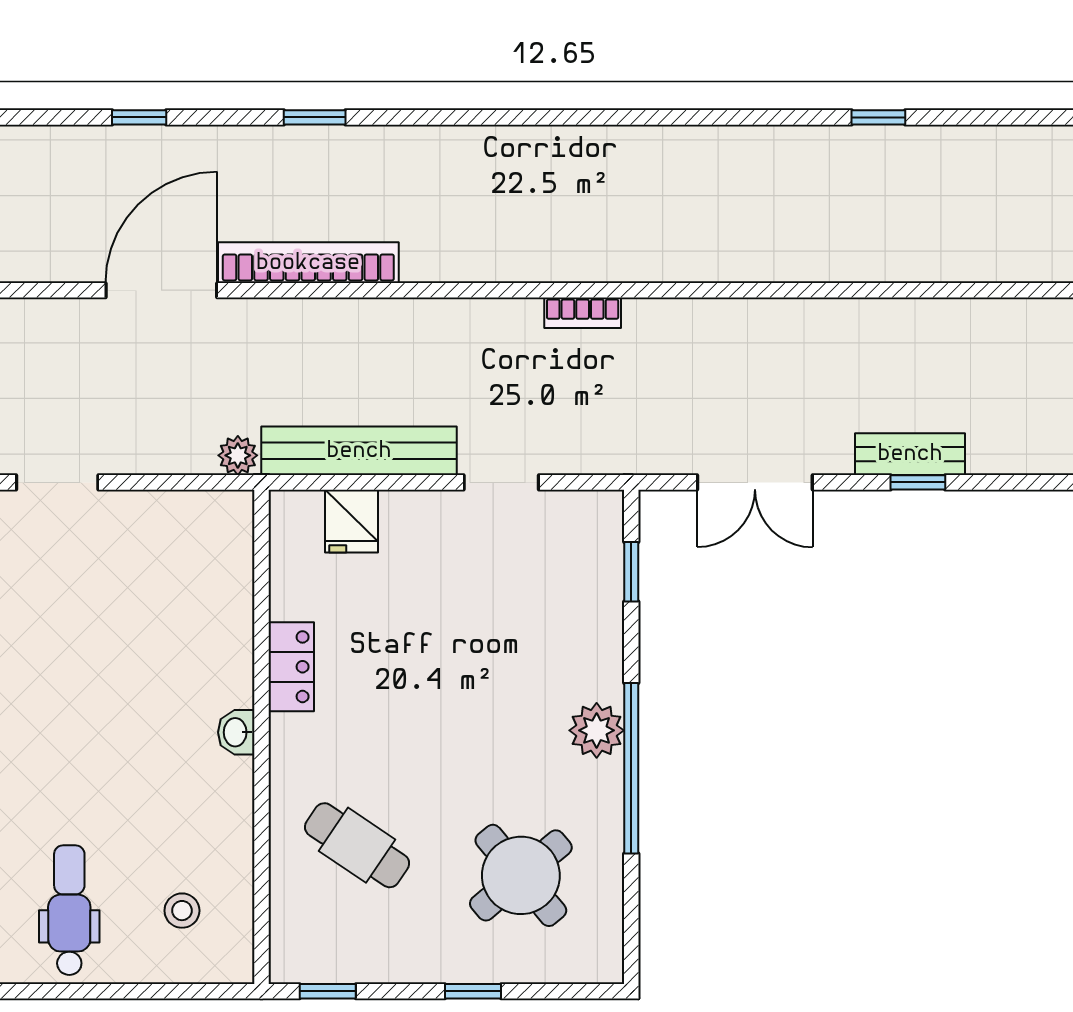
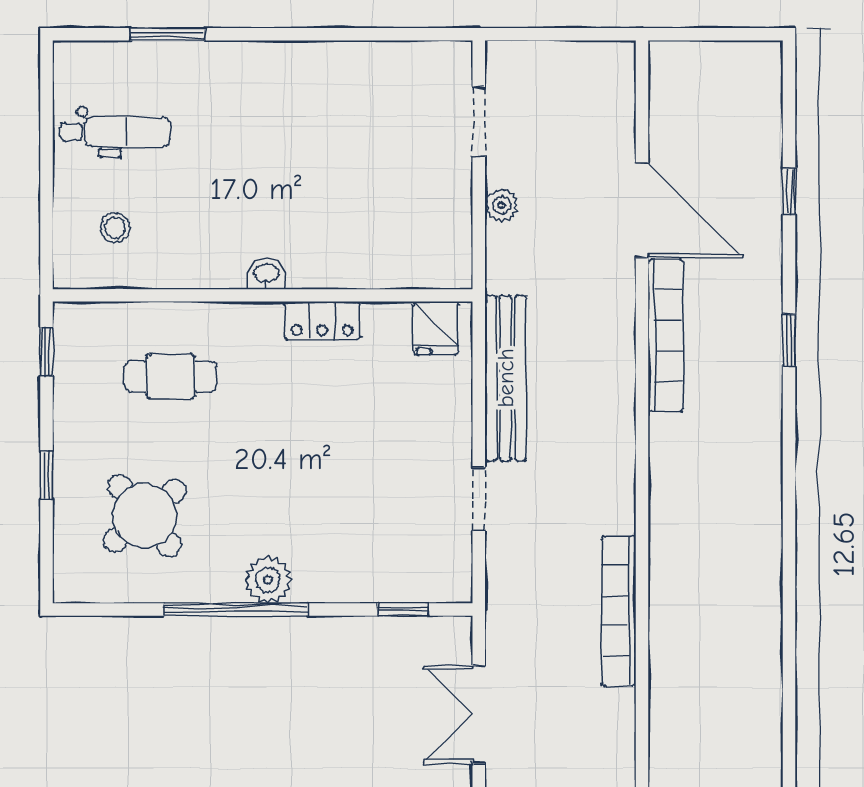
bookcase: (583, 313) -> (619, 611), width x2.31, depth x1.31
plant: (238, 455) -> (502, 205), moved
fridge: (352, 521) -> (436, 328), moved, turned -90
cafe table: (357, 845) -> (170, 377), turned 56

